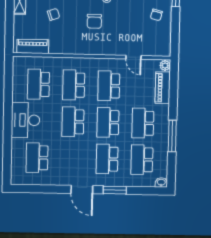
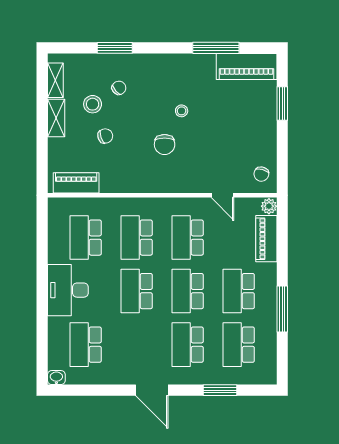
chair: (156, 15) -> (261, 174), moved
washbasin: (161, 182) -> (56, 378), moved
window: (115, 190) -> (220, 390), moved

